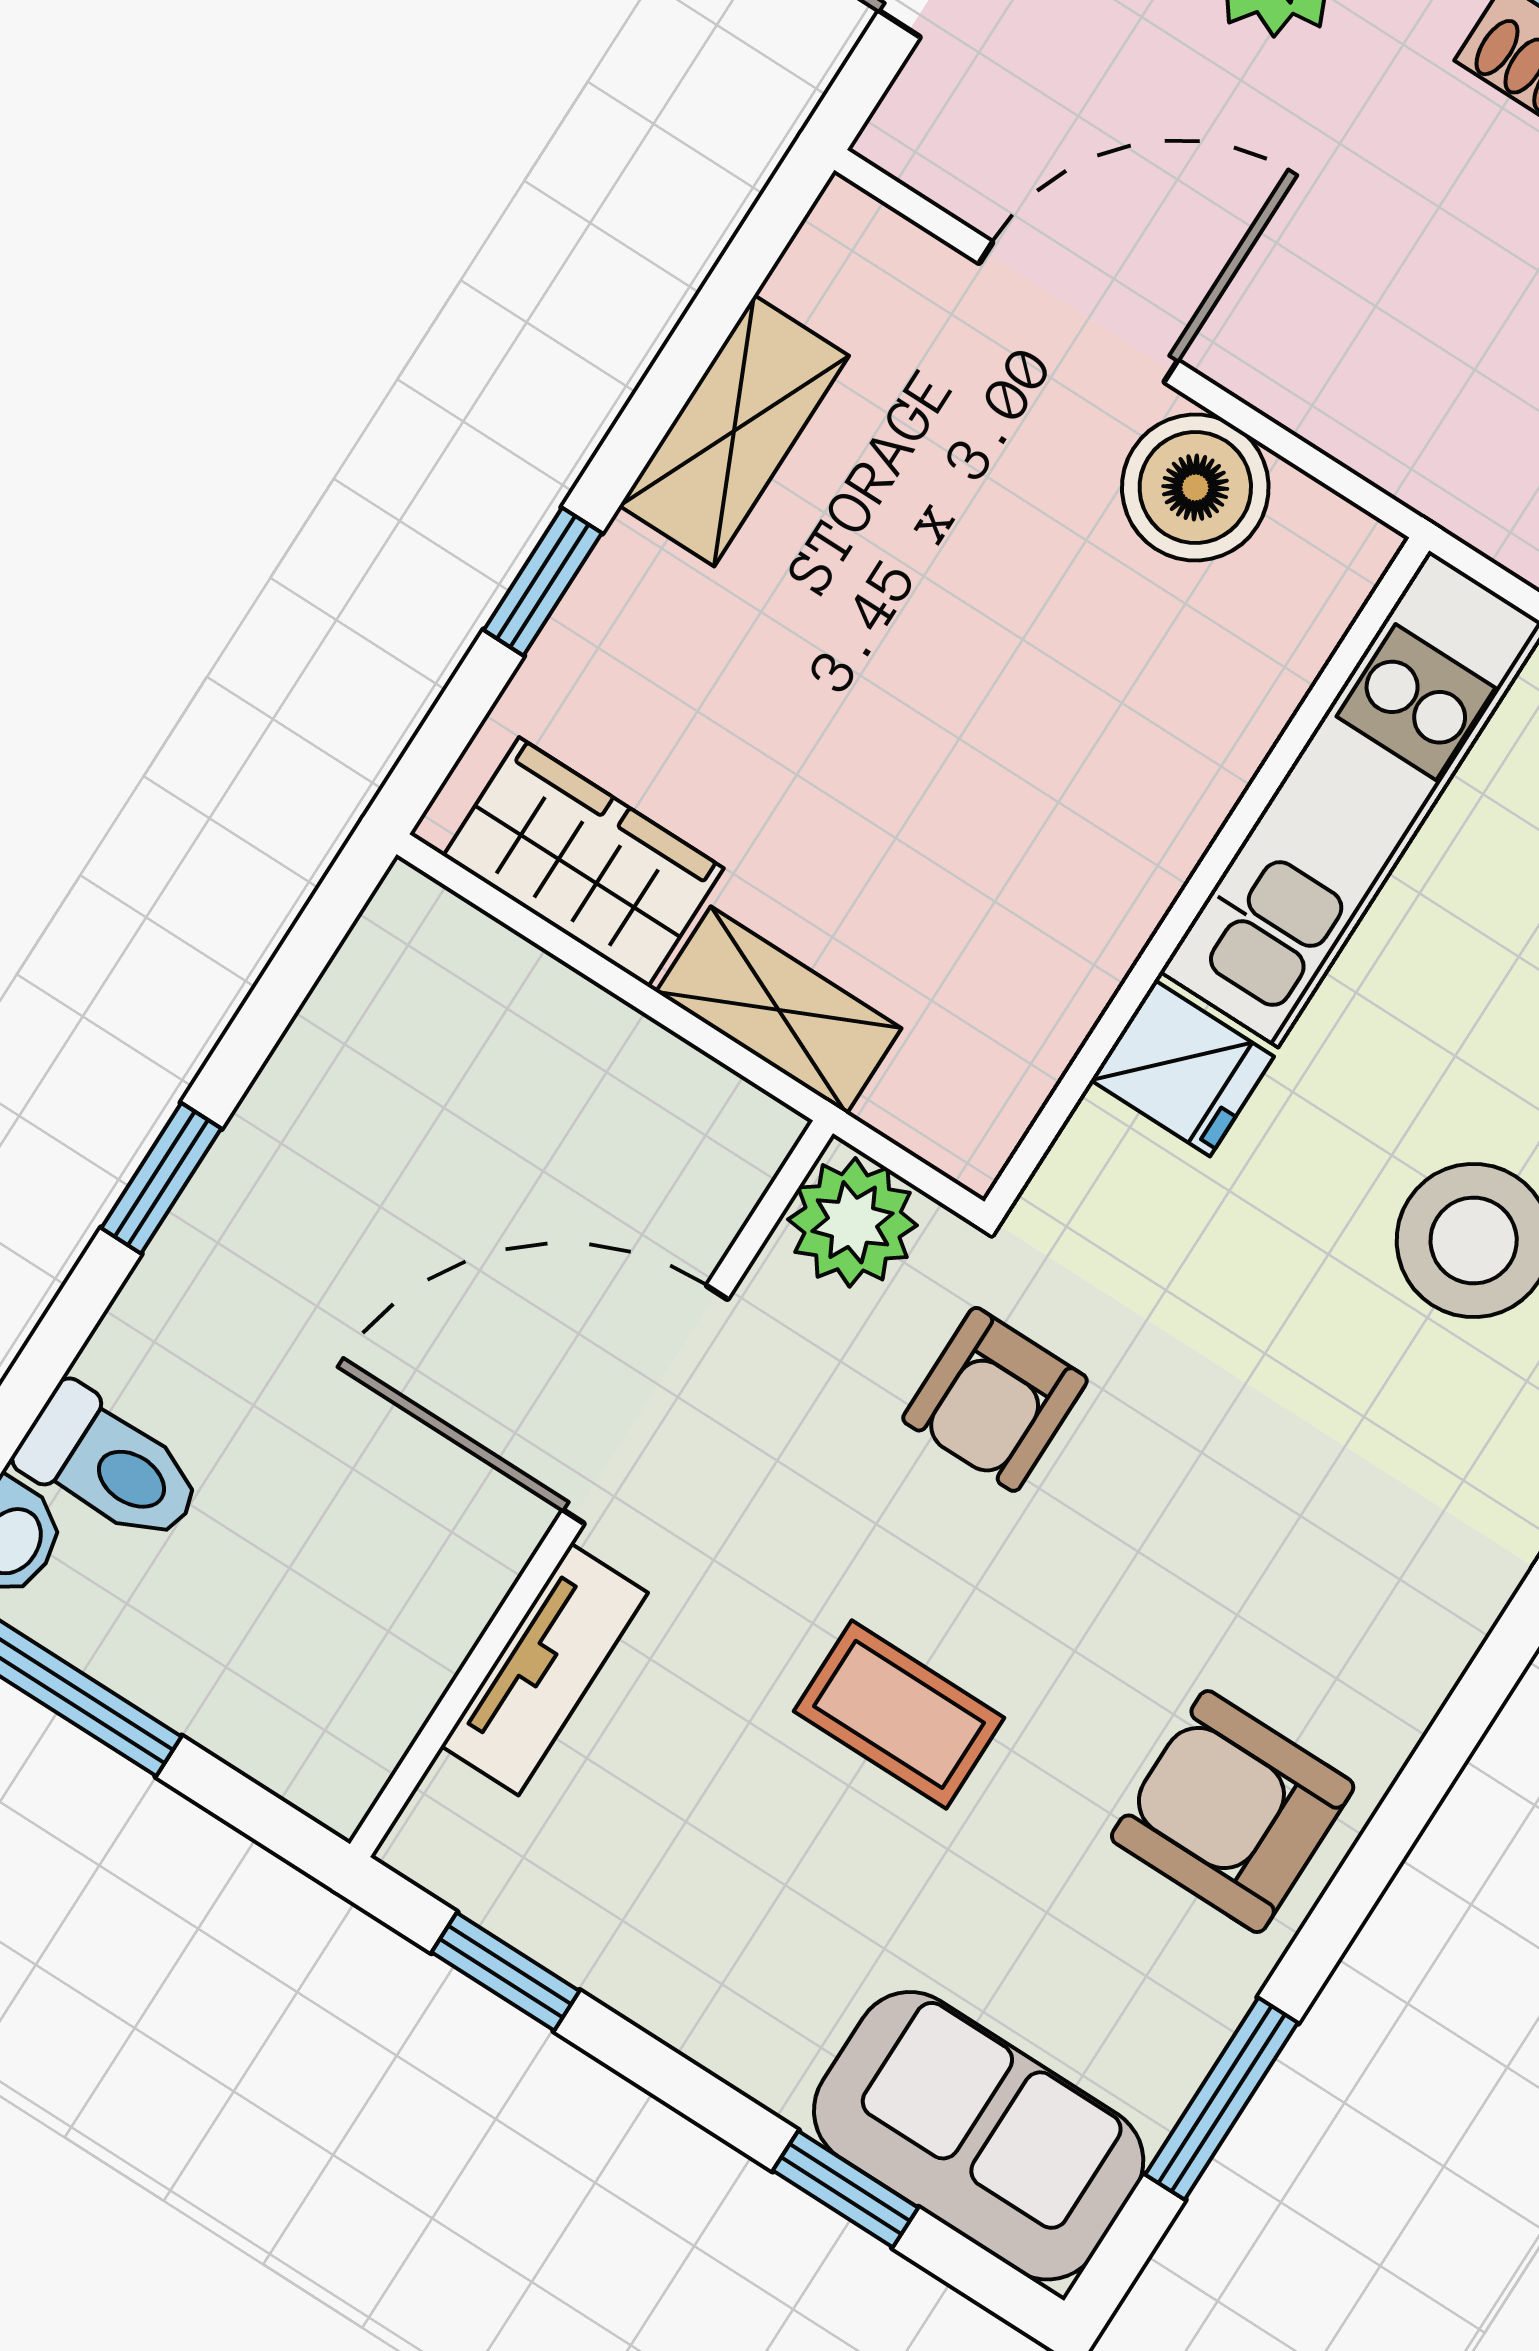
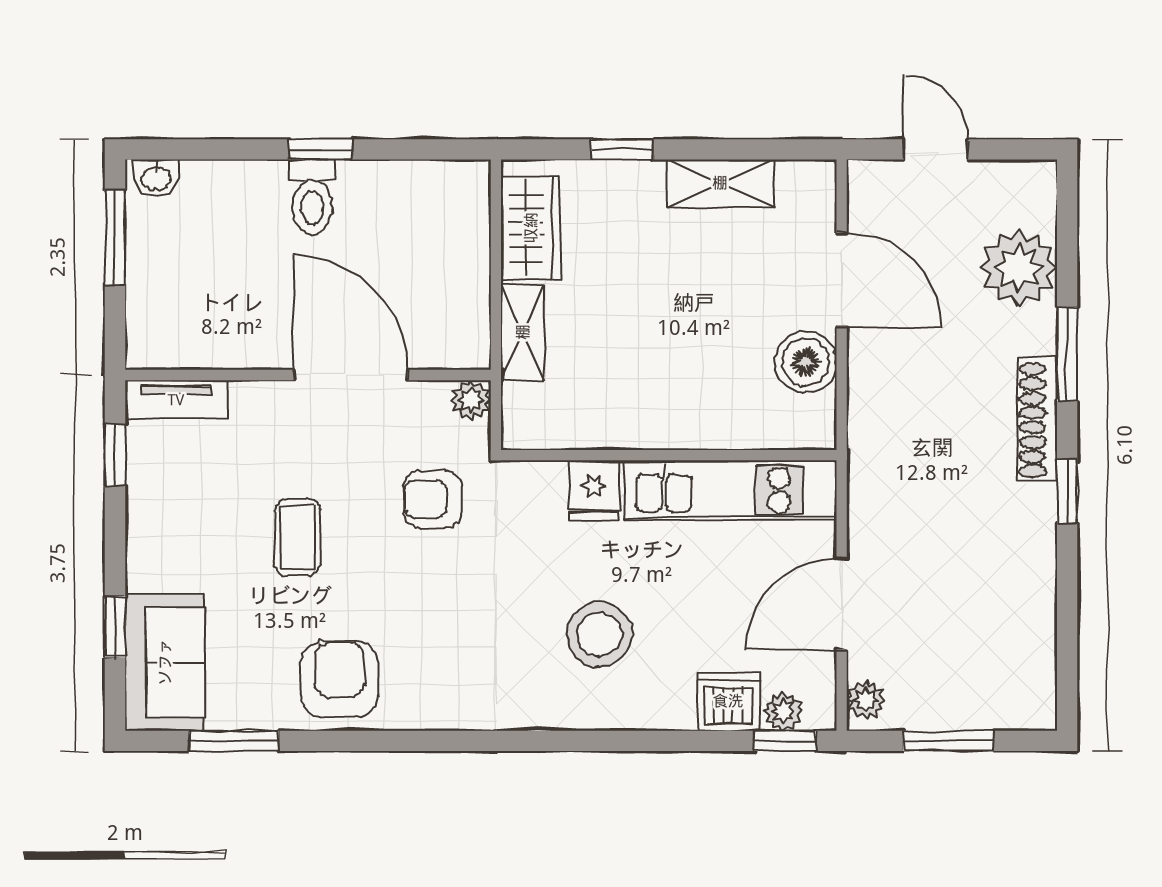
plant: (853, 1222) -> (471, 400), width x0.73, depth x0.73
toilet: (111, 1466) -> (312, 197), moved
tv unit: (545, 1669) -> (176, 400), moved

